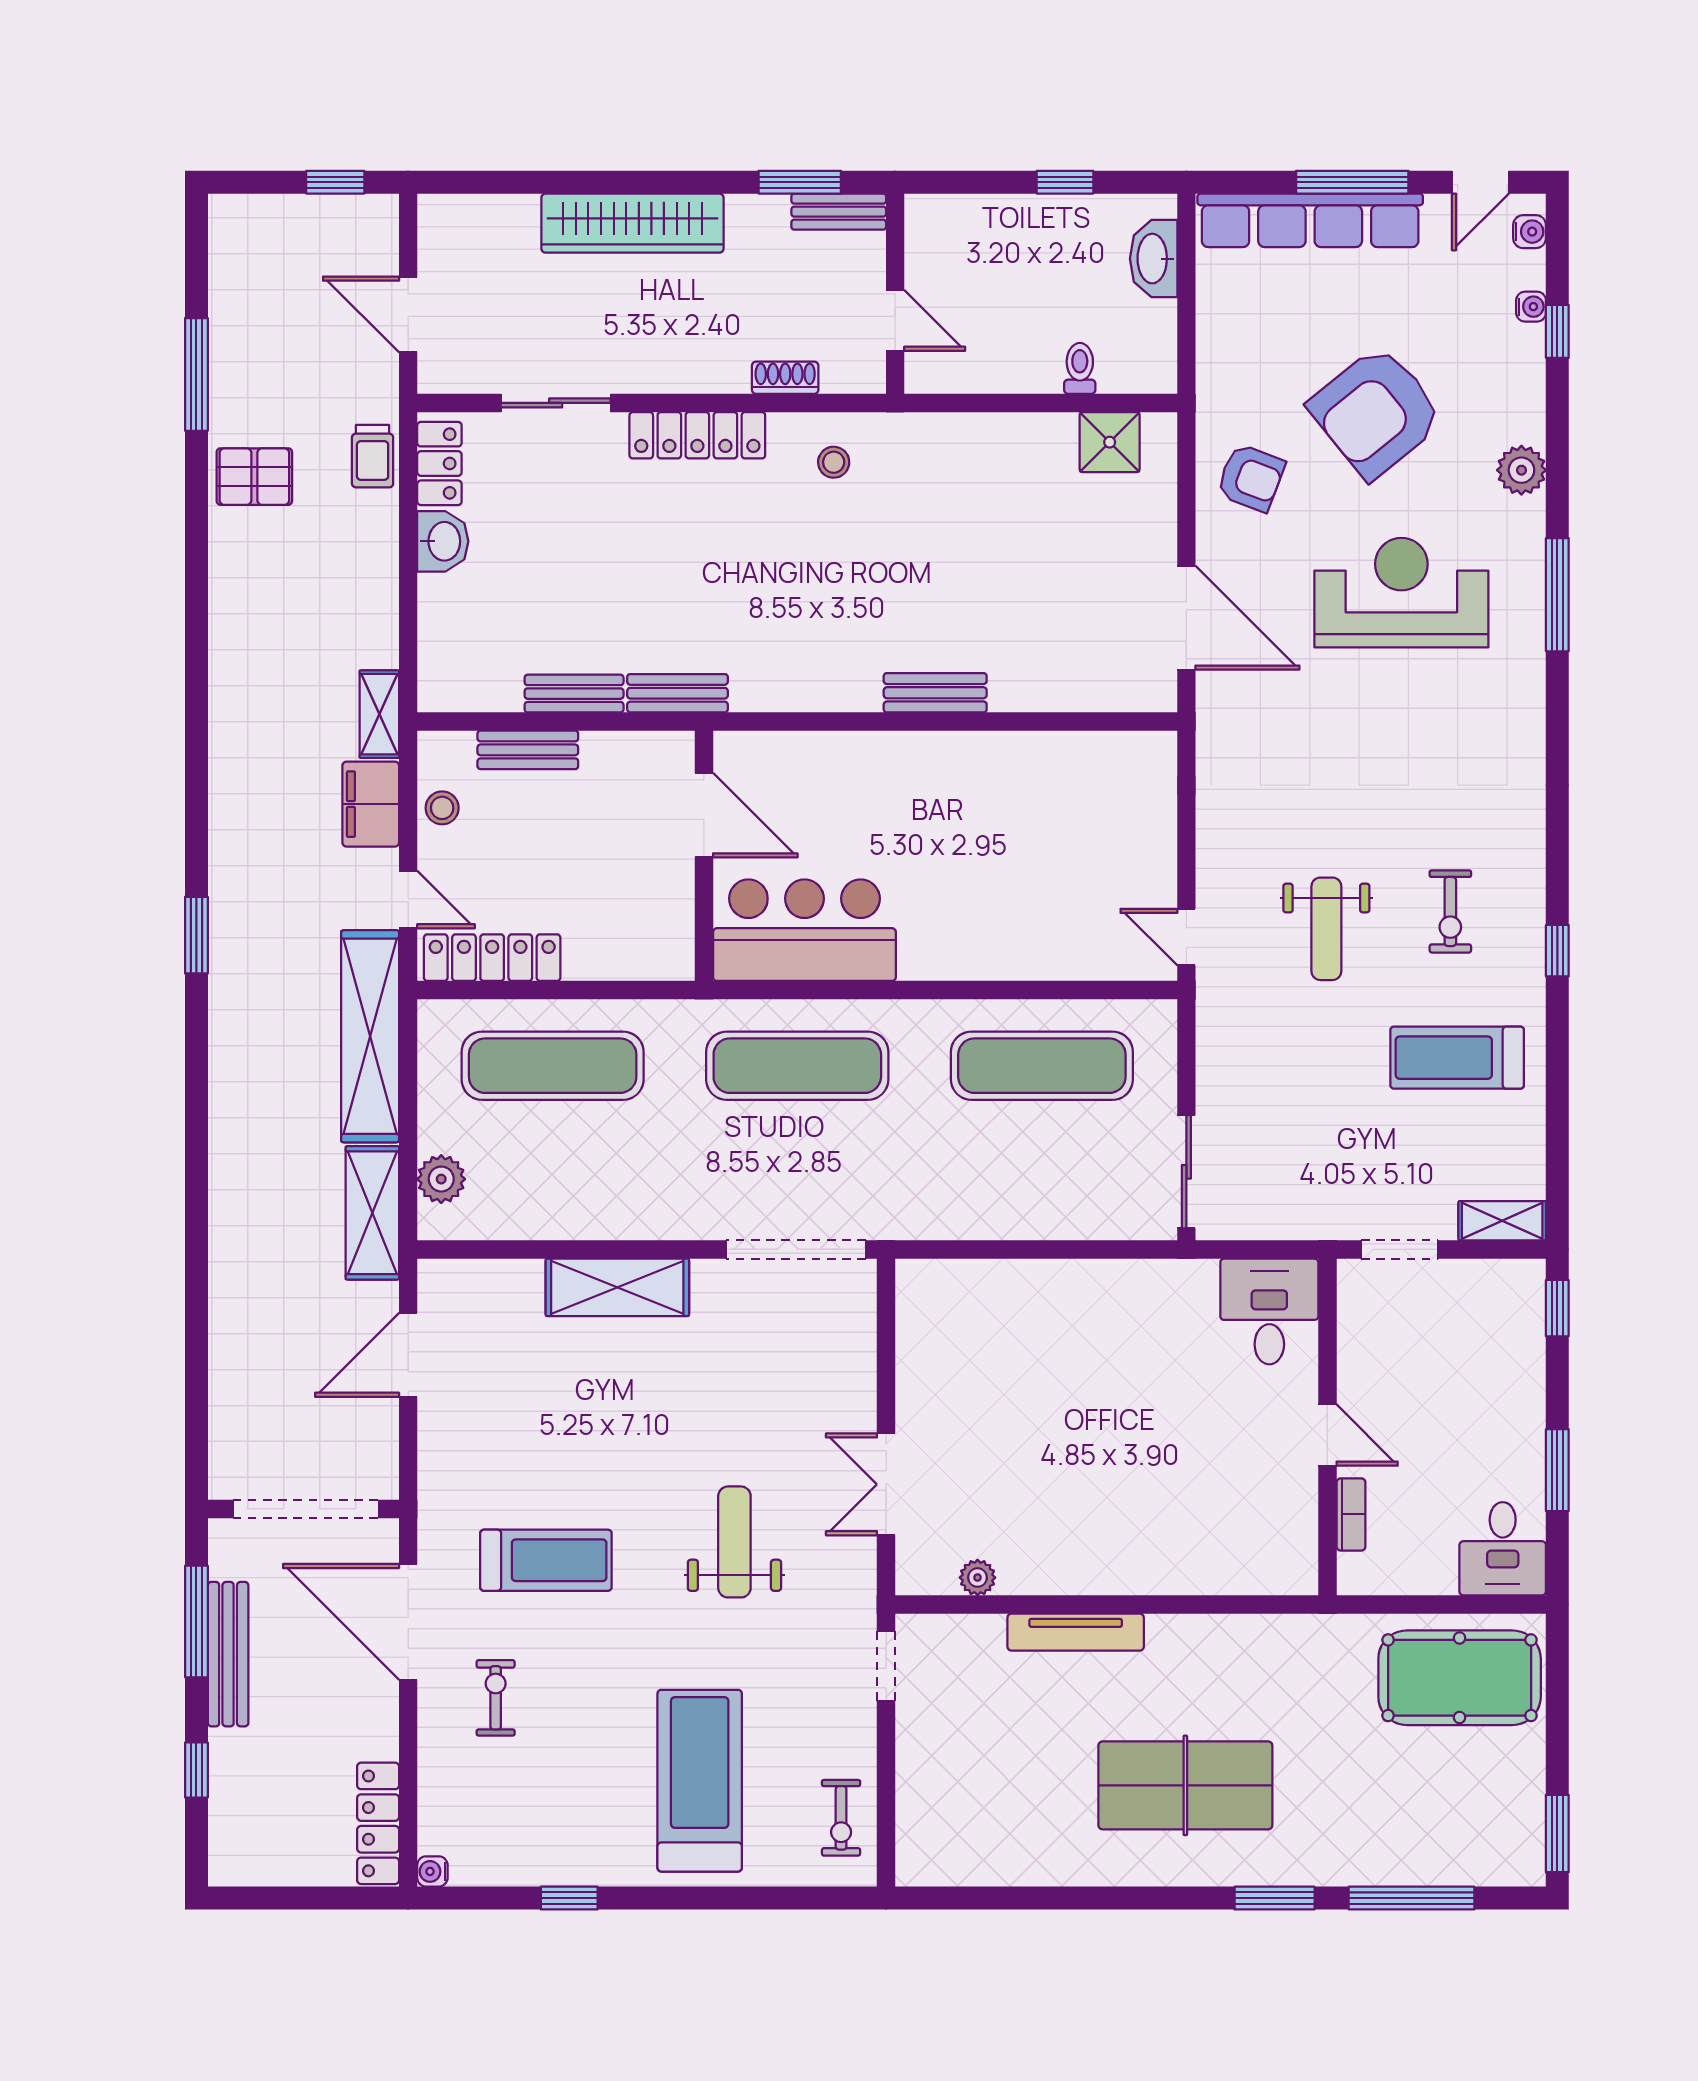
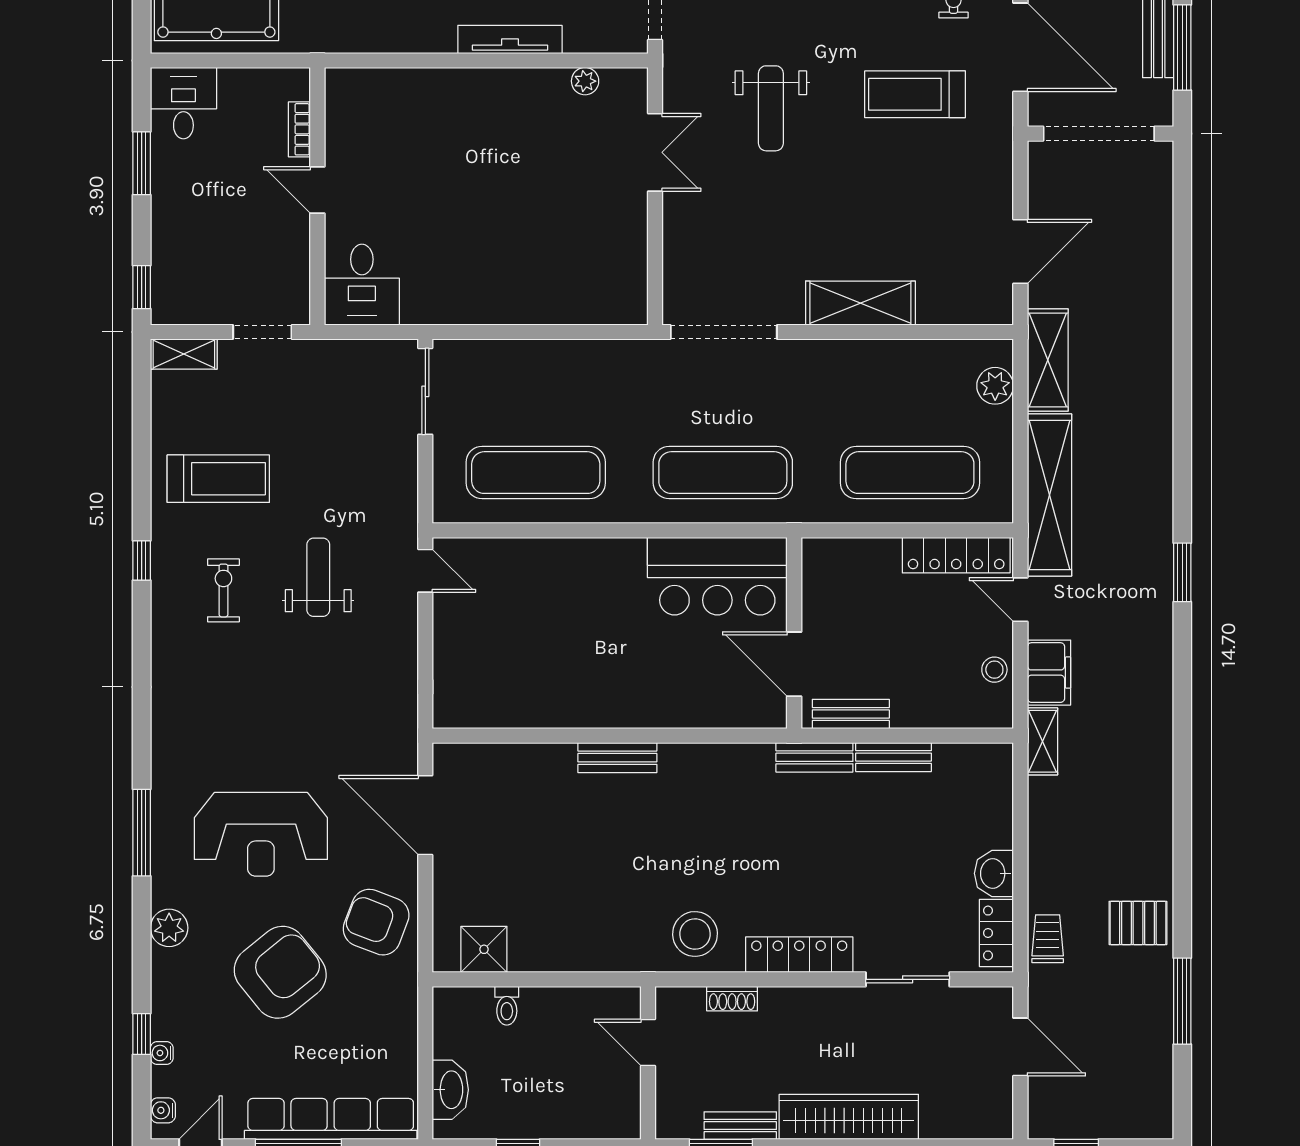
bench: (839, 212) -> (740, 1126), moved
stool: (834, 462) -> (695, 934), width x1.89, depth x1.89
armchair: (1251, 478) -> (376, 922), width x1.38, depth x1.38
bench: (528, 750) -> (851, 714), moved

